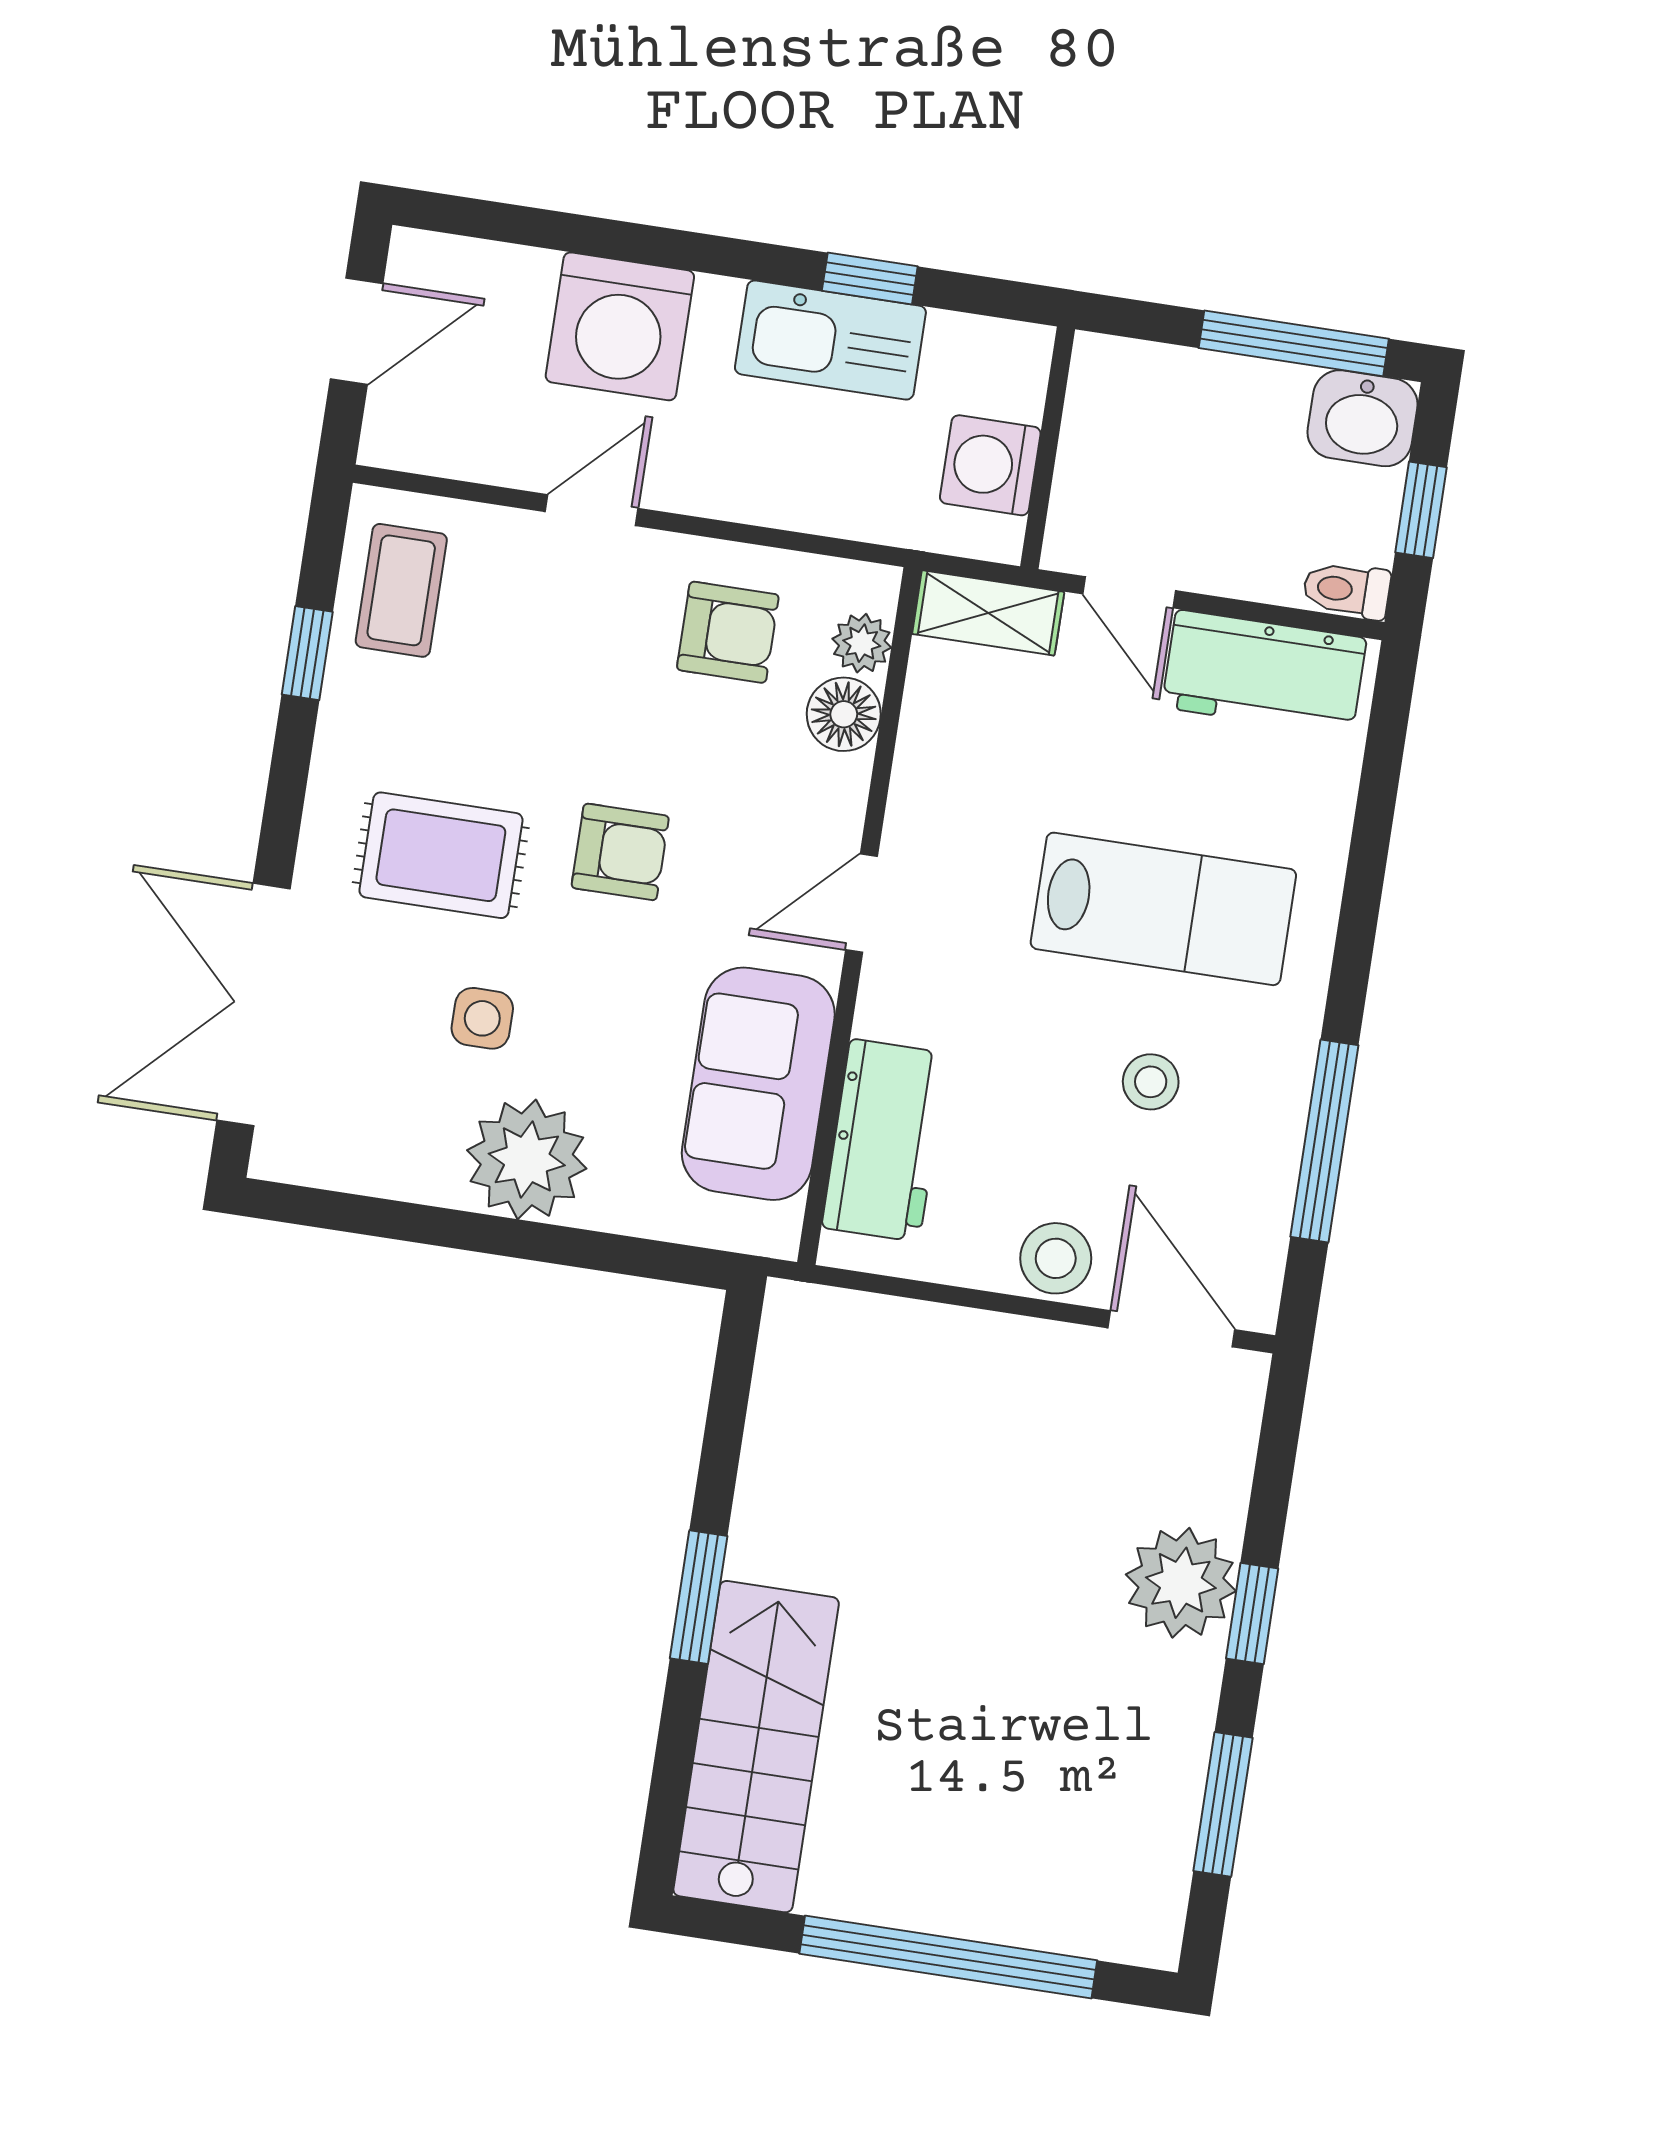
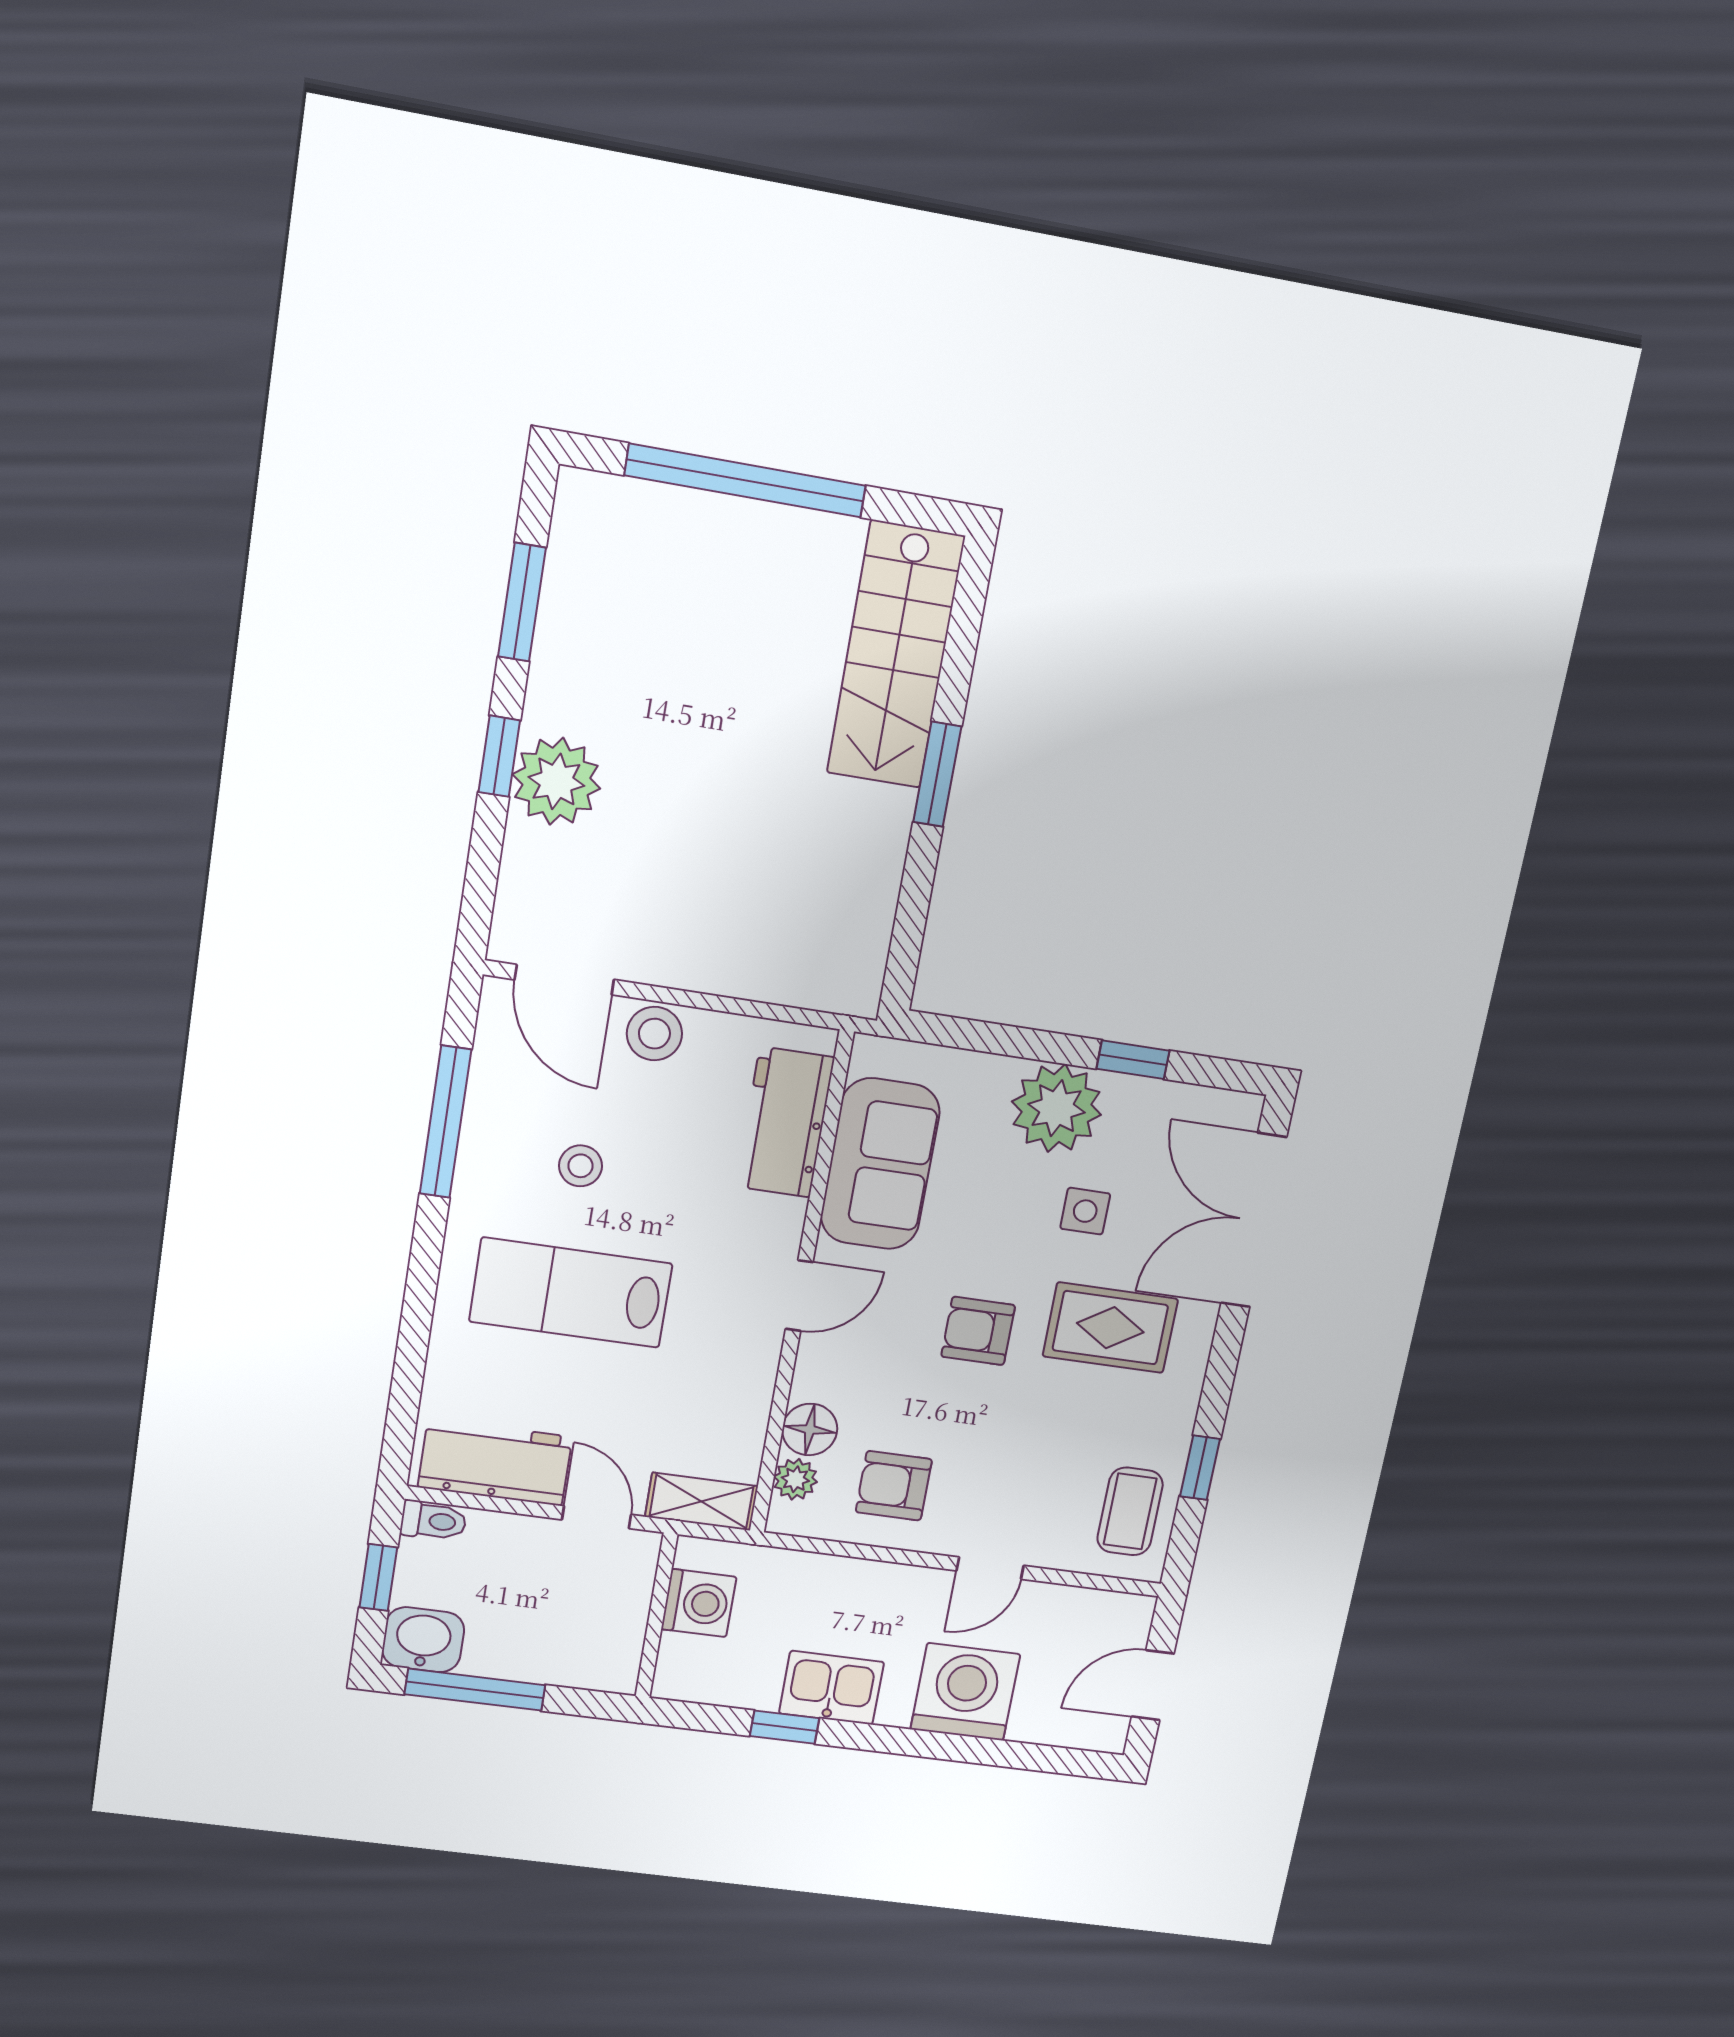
kitchen sink: (830, 340) -> (831, 1688), width x0.73
double door: (253, 1005) -> (1254, 1220), swing flipped
window: (428, 1225) -> (1133, 1060), added

